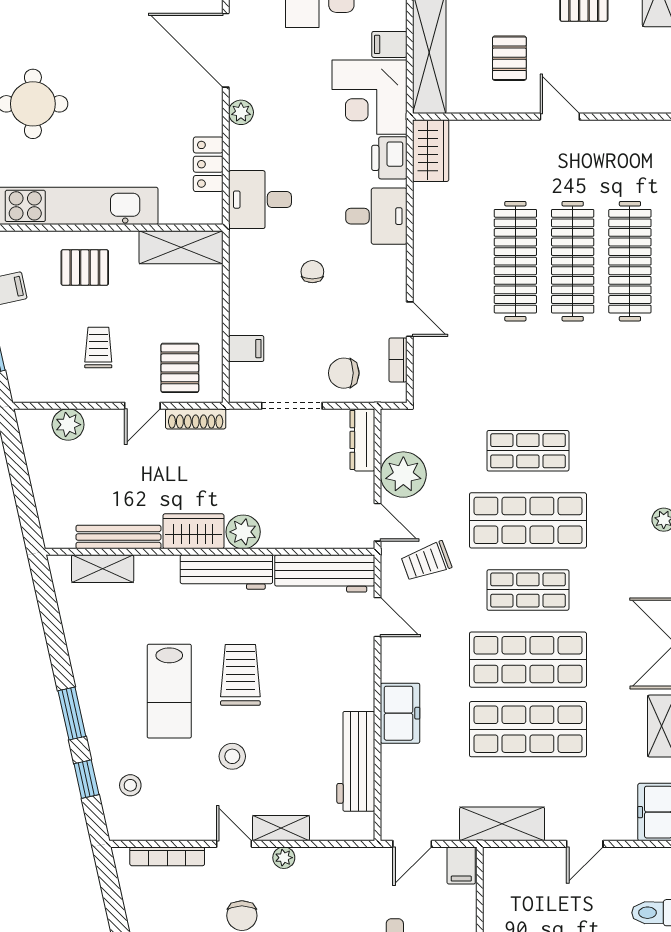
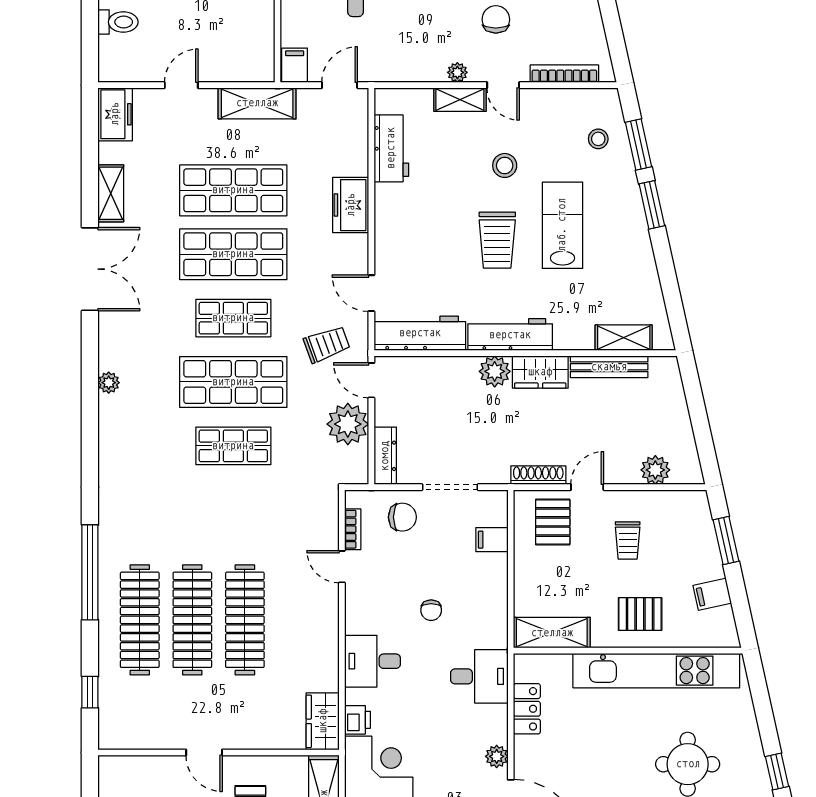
printer: (389, 158) -> (357, 720), width x0.73, depth x0.81
workbench: (356, 761) -> (391, 148), width x0.73
window: (86, 779) -> (639, 145), width x1.50

